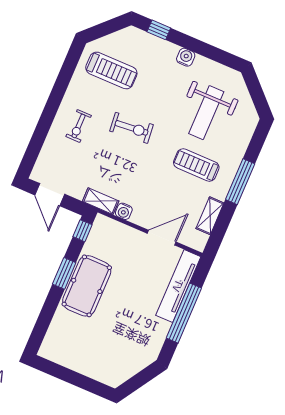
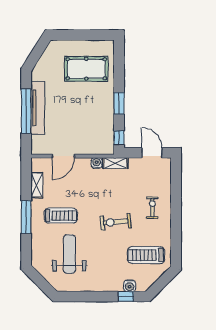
water cooler: (186, 57) -> (130, 286), moved
pool table: (87, 286) -> (86, 69), moved, turned 90
tv unit: (178, 286) -> (38, 108), moved

